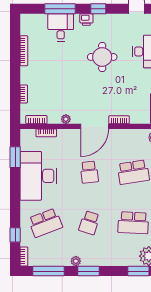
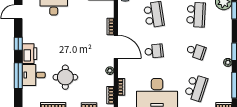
printer: (86, 20) -> (30, 54), width x1.87, depth x1.48
round table: (102, 57) -> (65, 77), moved
school desk: (45, 223) -> (196, 88), turned 39

